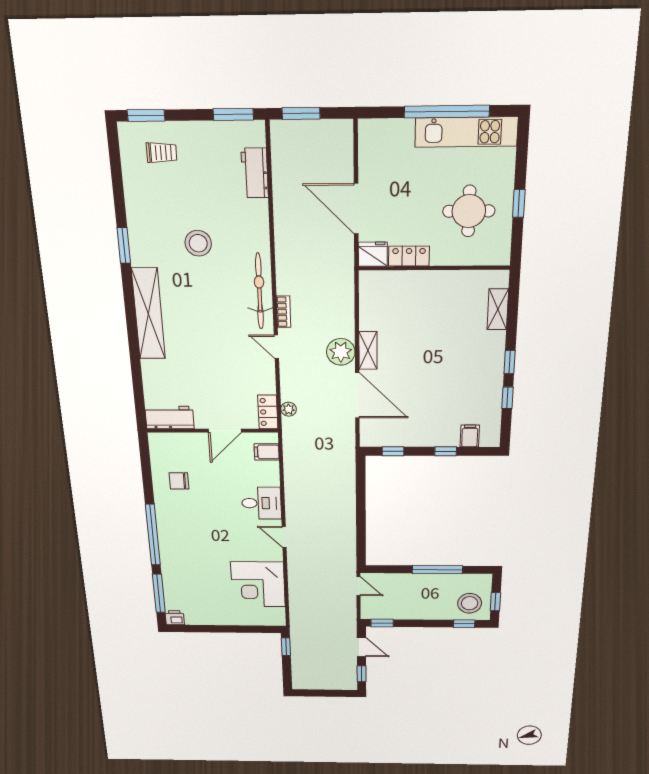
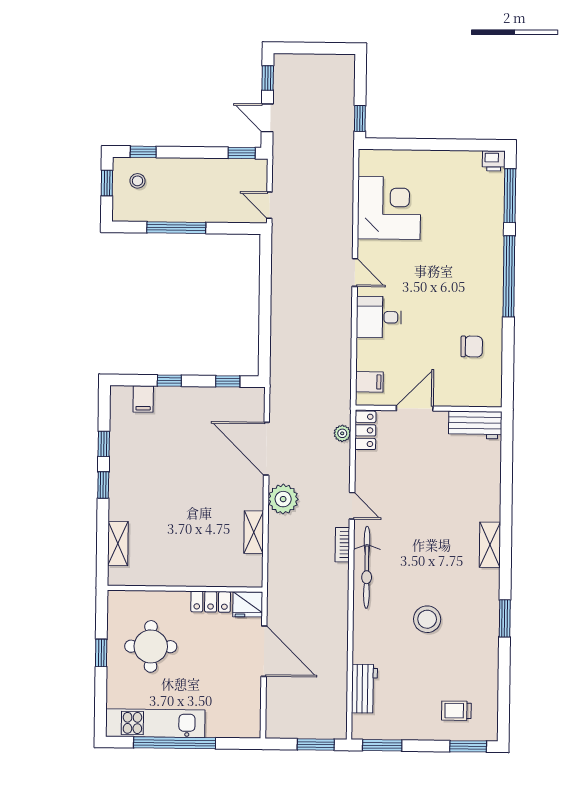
shelving: (148, 314) -> (490, 545), width x0.45, depth x0.75
shelving: (368, 350) -> (254, 532), moved
stool: (470, 603) -> (137, 181), width x0.53, depth x0.53

